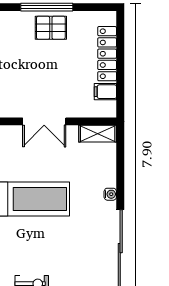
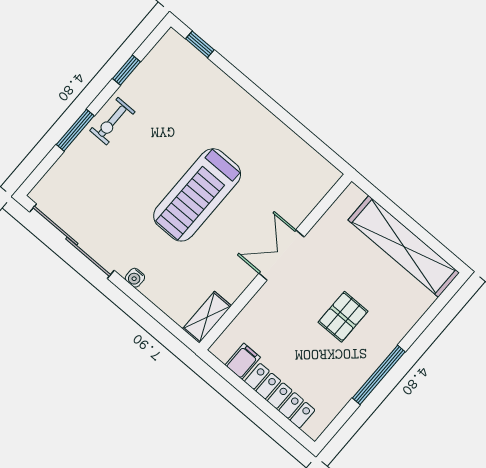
pallet: (51, 28) -> (343, 317), moved
double door: (44, 121) -> (281, 255), moved

